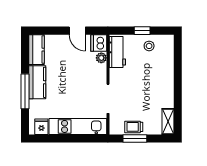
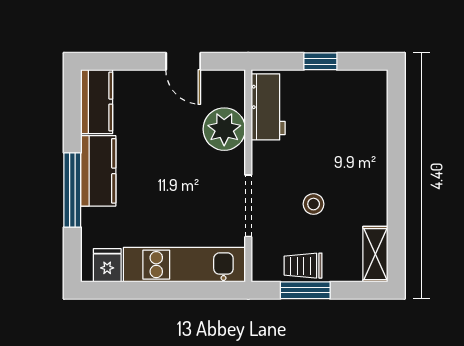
dishwasher: (99, 43) -> (229, 88), removed
stool: (149, 46) -> (314, 204), moved
plant: (101, 58) -> (224, 129), width x1.87, depth x1.87

